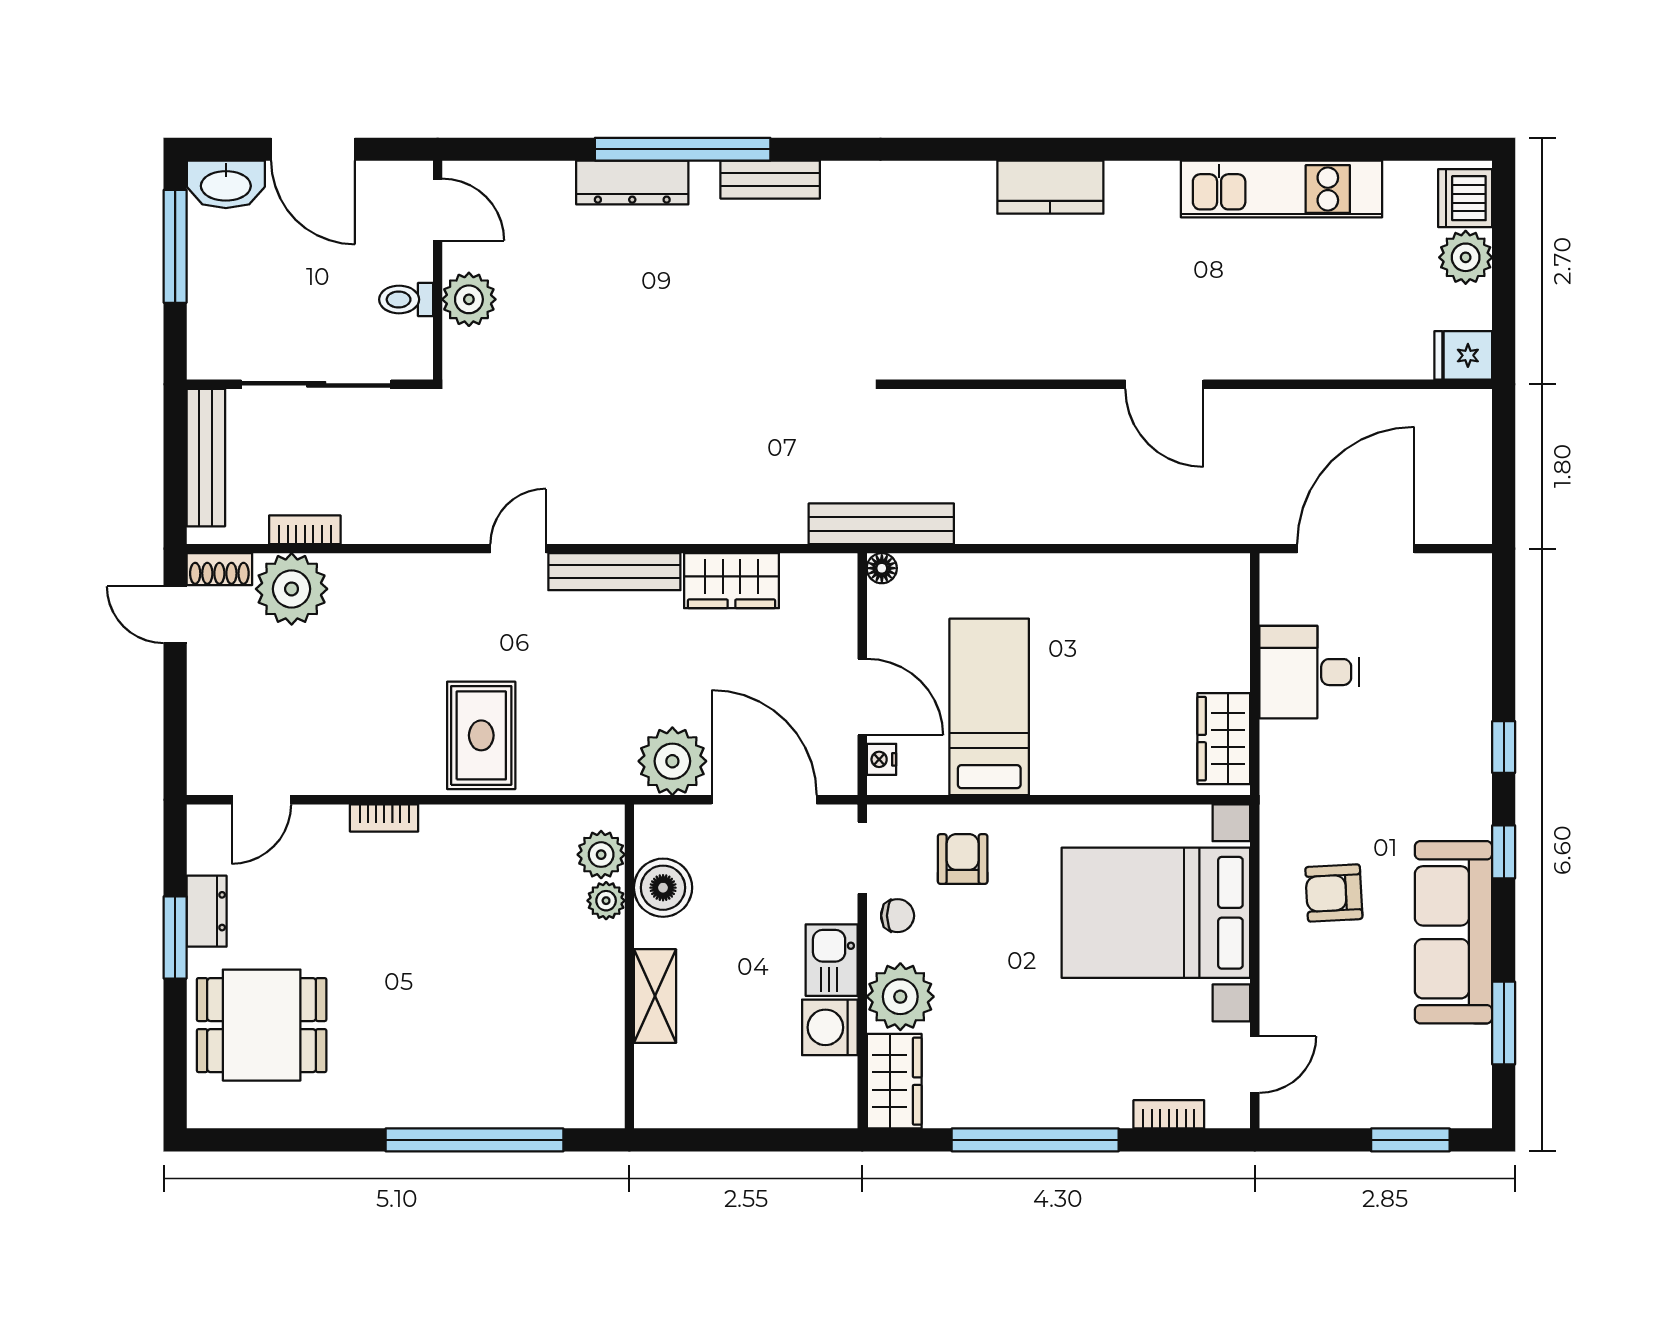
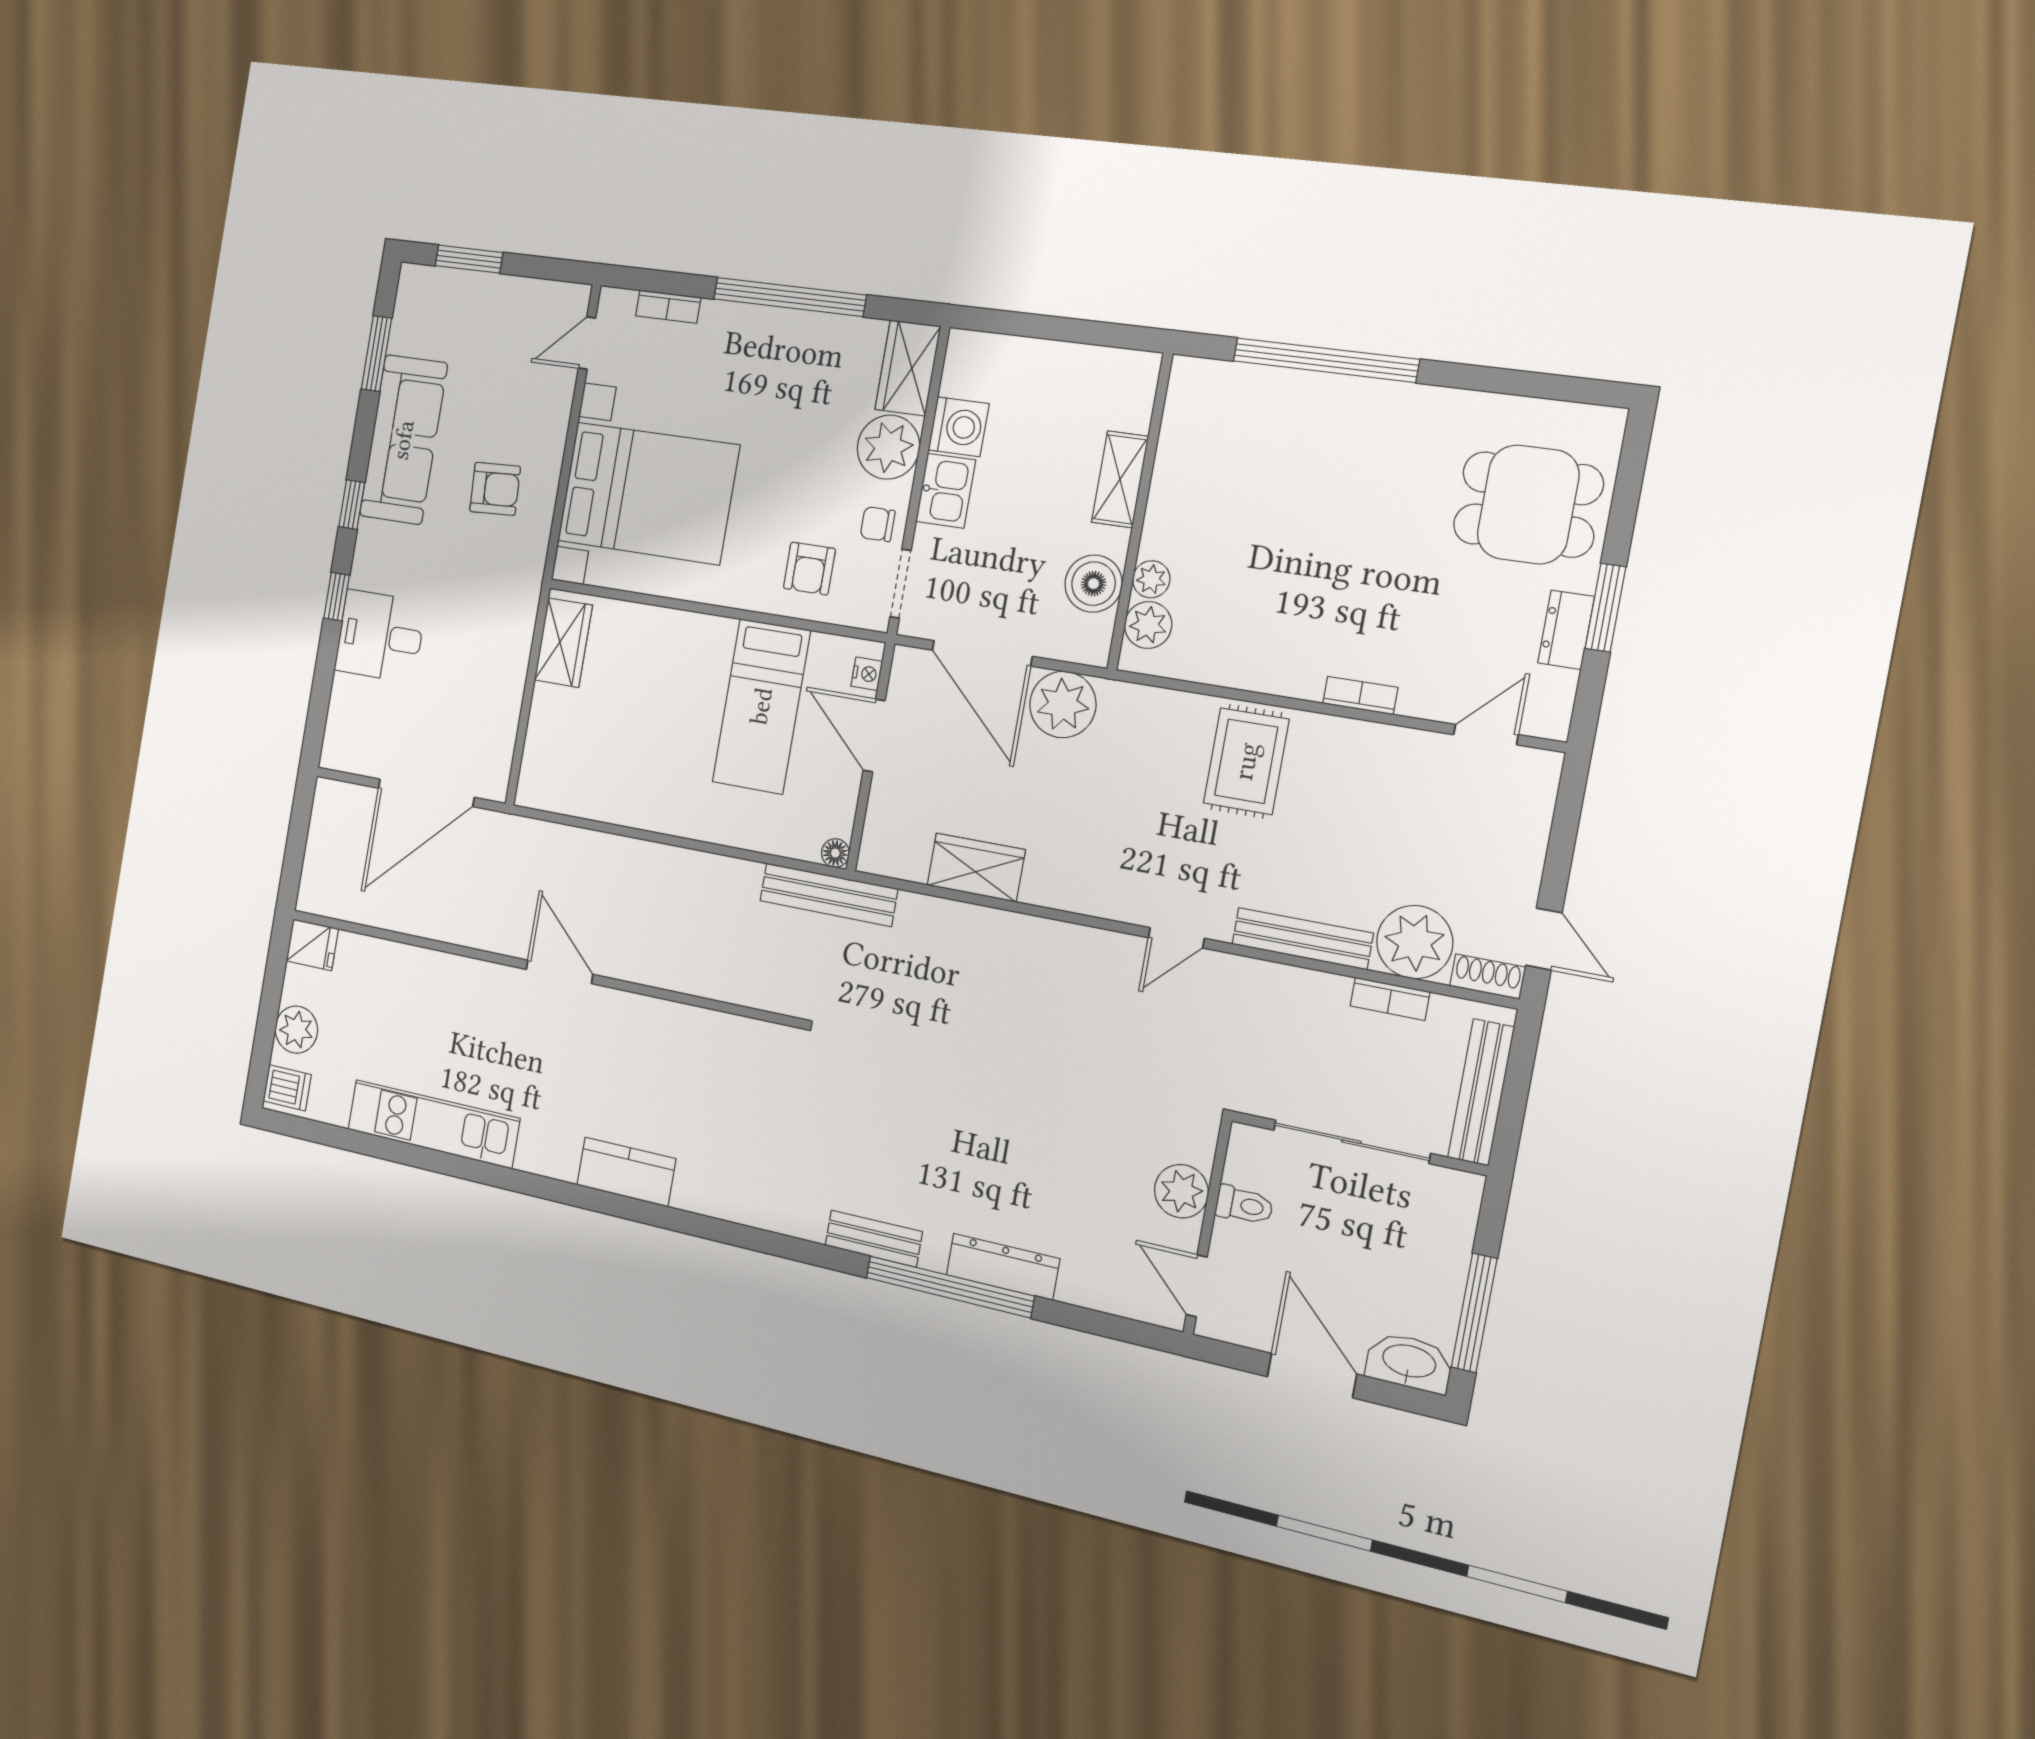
dishwasher: (1465, 198) -> (287, 1088), width x0.73
bench: (614, 572) -> (1302, 939), moved
desk: (1309, 672) -> (380, 636), moved, turned 180

